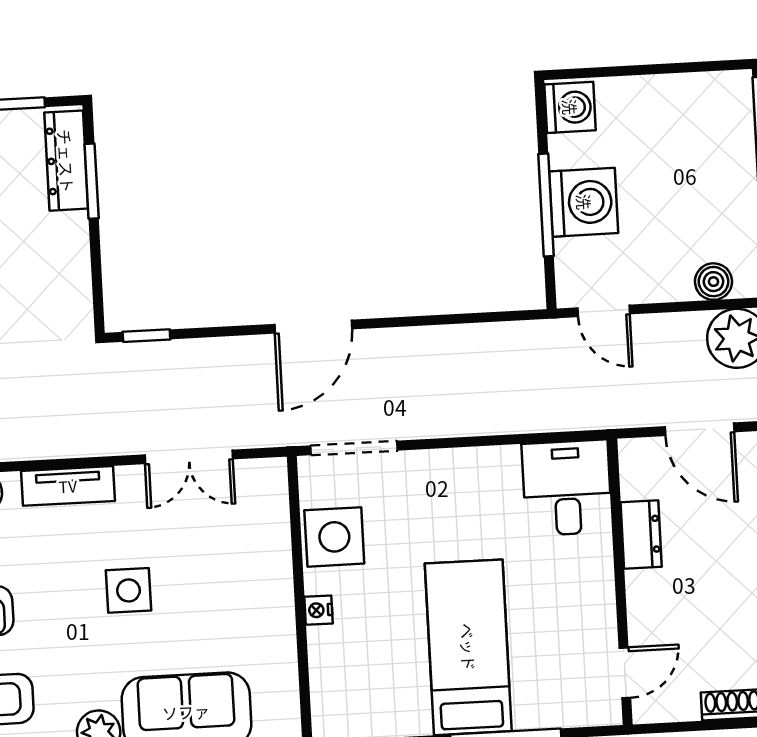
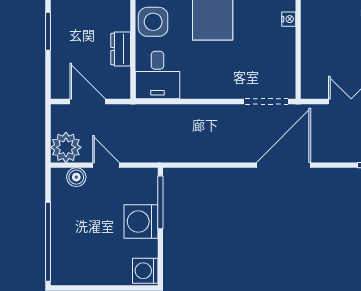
window: (546, 205) -> (160, 202), moved
door: (604, 311) -> (106, 165), moved
door: (313, 327) -> (284, 165), width x1.36
side table: (334, 537) -> (153, 22), moved

